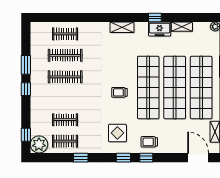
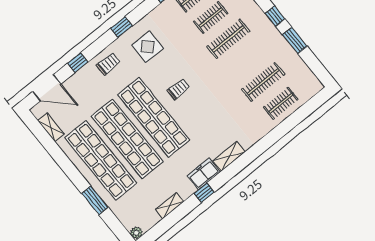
freezer: (160, 29) -> (204, 174), moved
clothes rail: (65, 77) -> (228, 39), moved
window: (146, 158) -> (78, 63), moved

